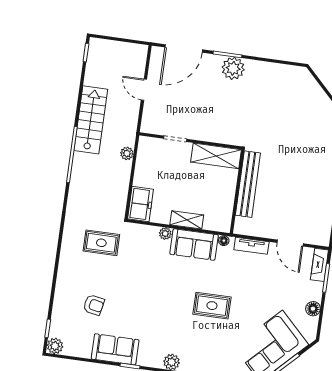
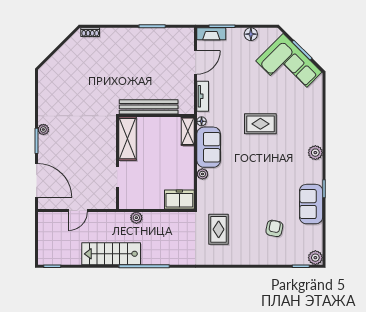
plant: (233, 68) -> (43, 129), width x0.53, depth x0.53
shelving: (187, 220) -> (188, 131), moved
rug: (212, 306) -> (260, 124), turned 90

